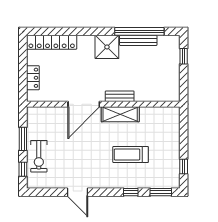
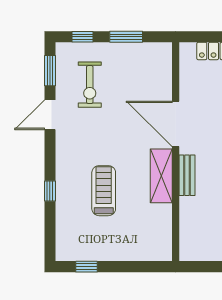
exercise bike: (39, 156) -> (90, 85), moved, turned -90
window: (161, 192) -> (50, 71), moved

